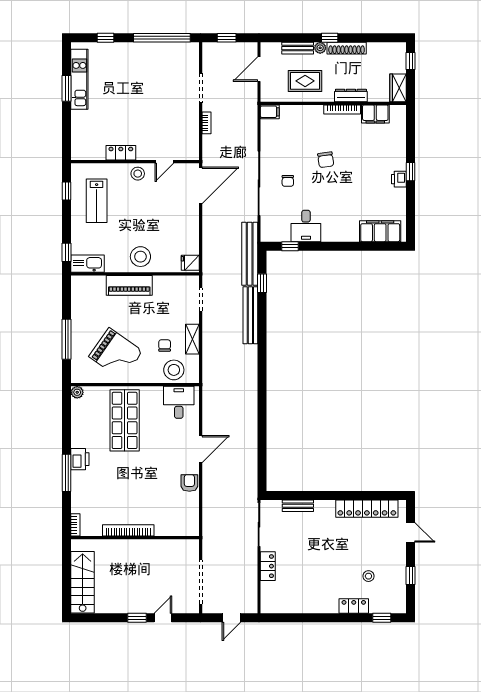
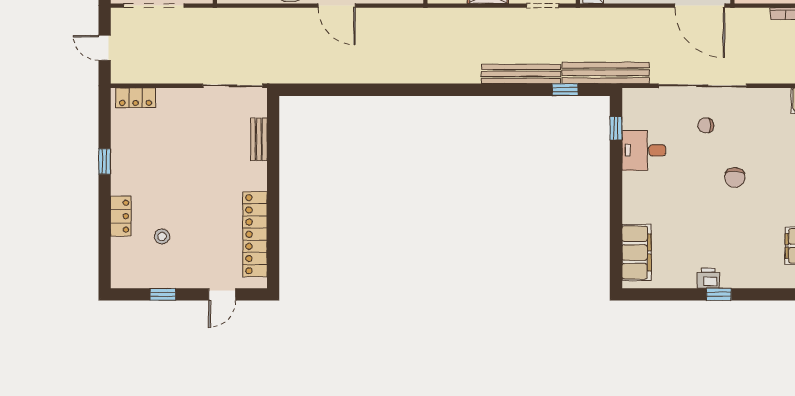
chair: (326, 160) -> (735, 178), turned -82
locker: (268, 566) -> (136, 98), moved
window: (382, 618) -> (105, 161), moved

